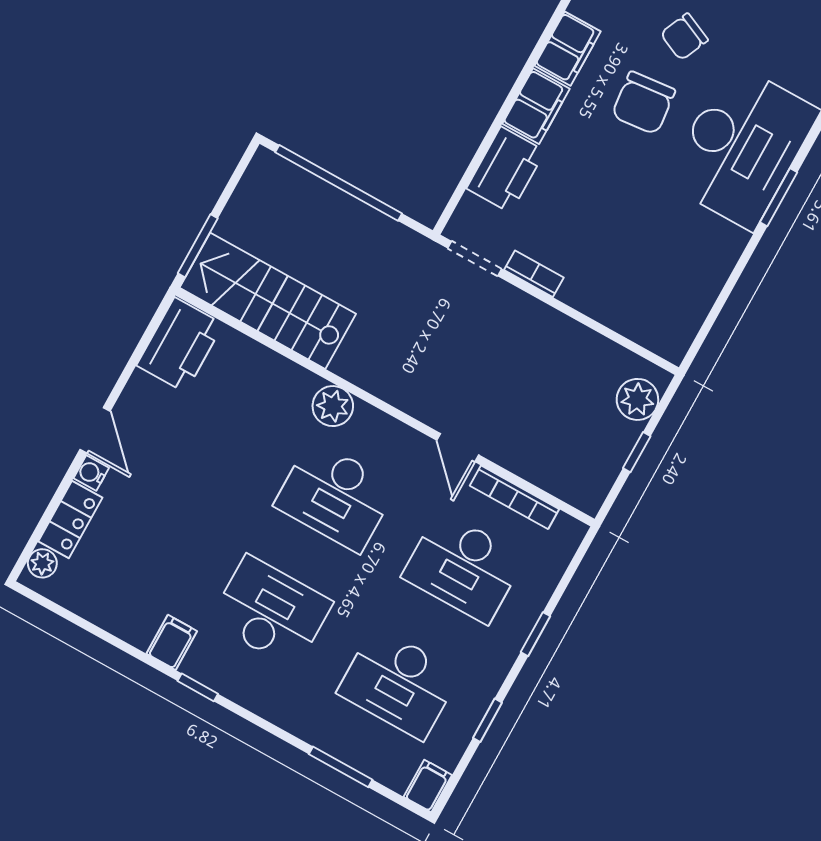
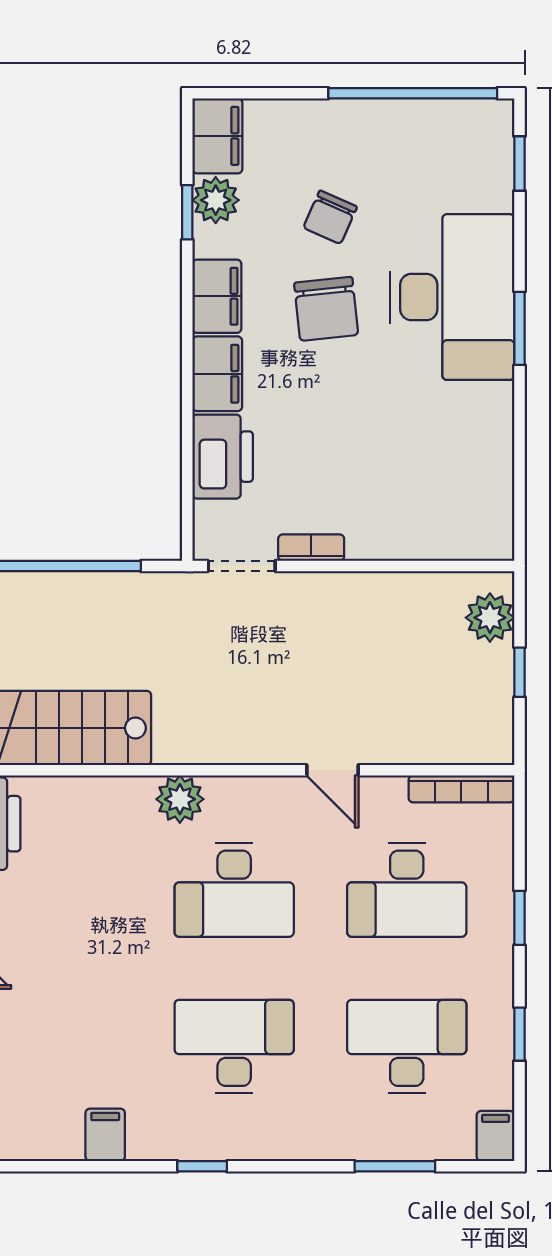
bookcase: (514, 497) -> (461, 789), moved
filing cabinet: (172, 642) -> (105, 1135), moved
desk: (399, 683) -> (407, 1047), turned 180

